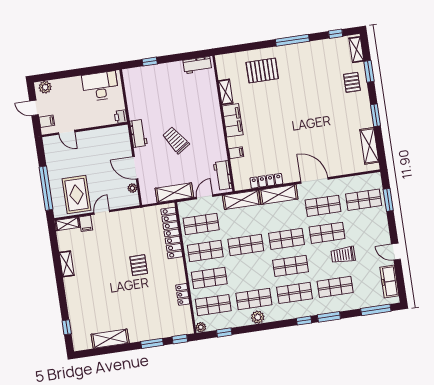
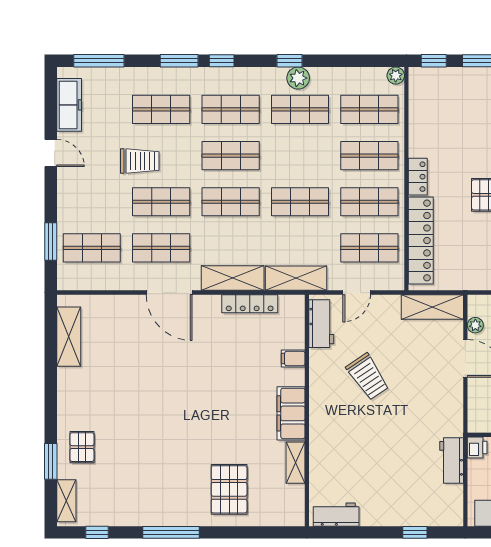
pallet: (262, 70) -> (229, 489), turned 90
window: (376, 115) -> (51, 386), removed
workbench: (138, 133) -> (452, 460), moved
trolley: (176, 140) -> (368, 377), moved
shelving: (174, 193) -> (432, 307), moved
locker: (183, 294) -> (418, 177), moved
window: (224, 333) -> (290, 61), moved

